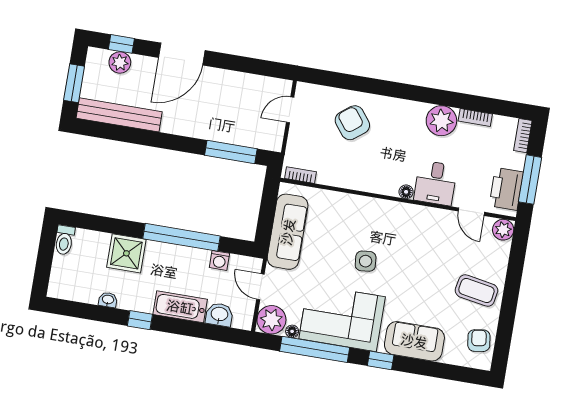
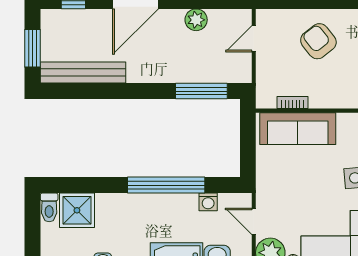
plant: (120, 62) -> (196, 20), moved
bookcase: (300, 175) -> (293, 103), moved
sofa: (288, 232) -> (298, 129), moved, turned 90
shower: (126, 253) -> (77, 210), moved

